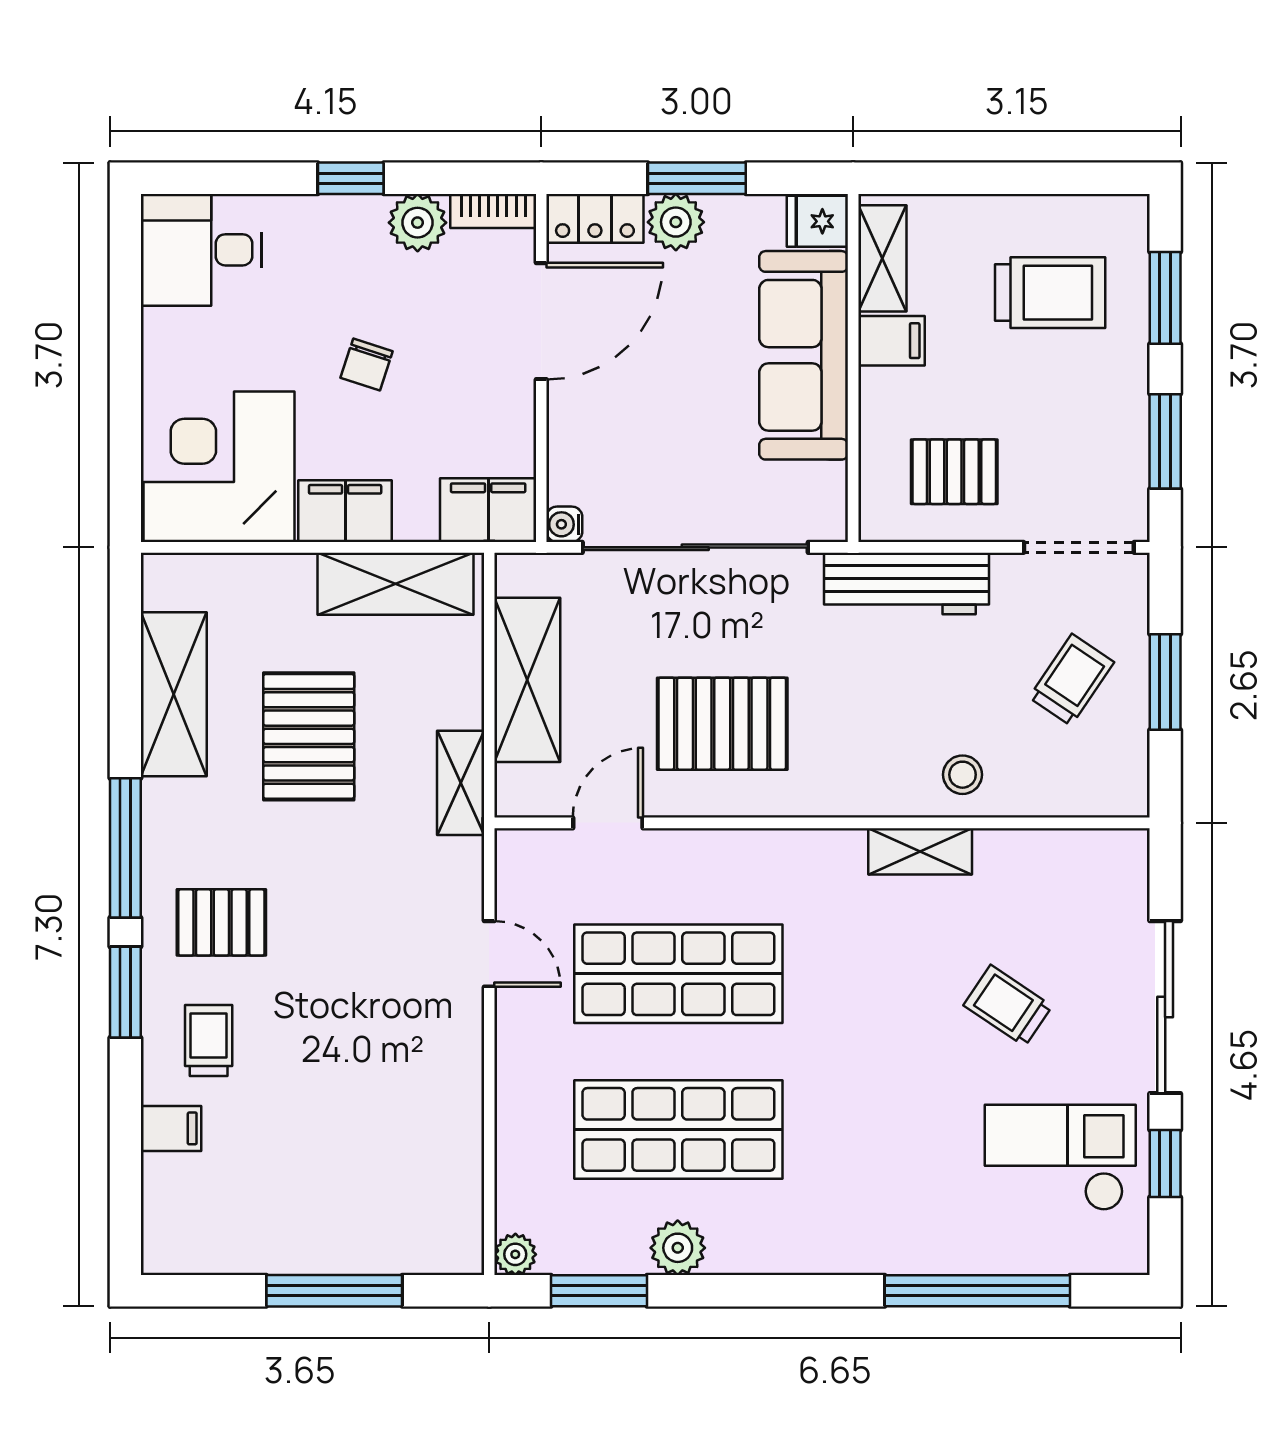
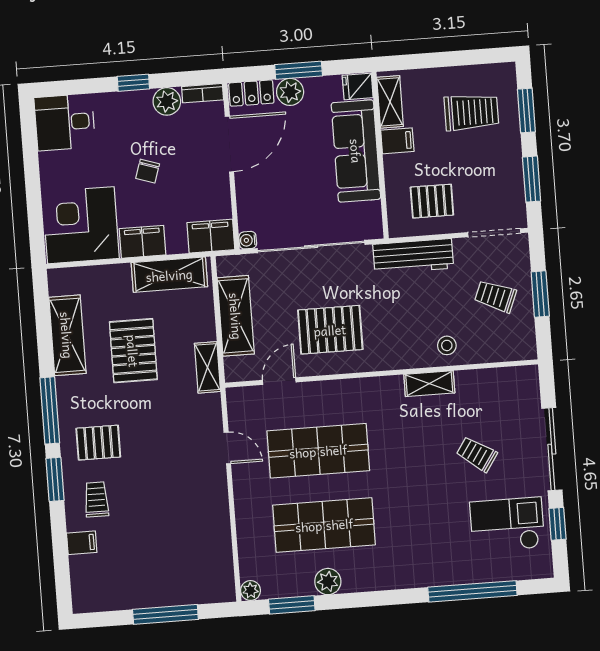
trolley: (1072, 680) -> (495, 296), turned -102

